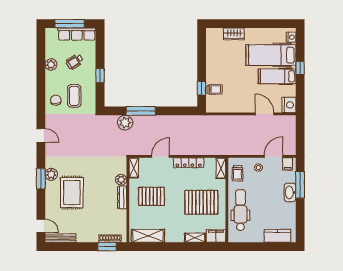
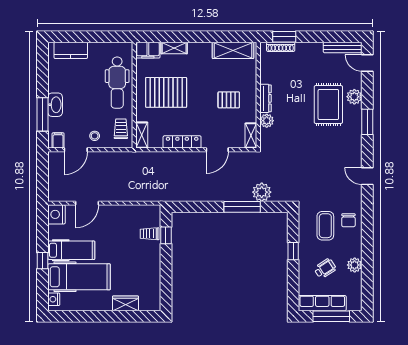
door: (265, 114) -> (87, 203), hinge flipped
plant: (51, 174) -> (354, 97), moved
pallet: (151, 196) -> (229, 100), width x0.67, depth x0.71

